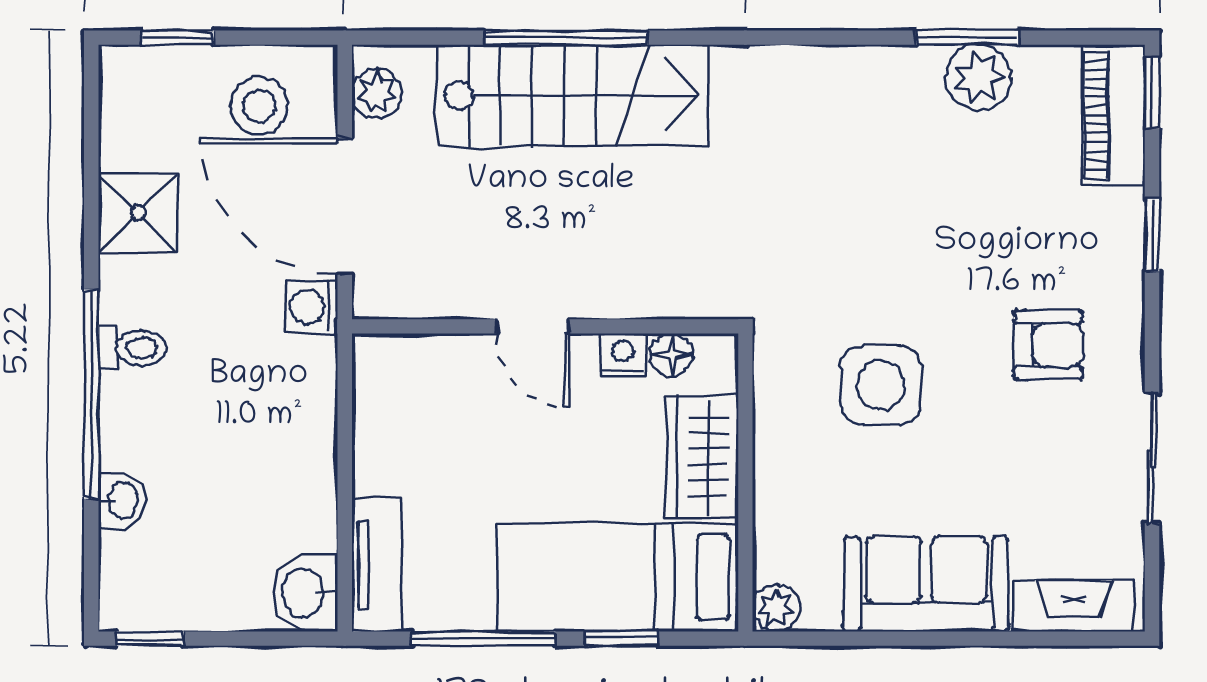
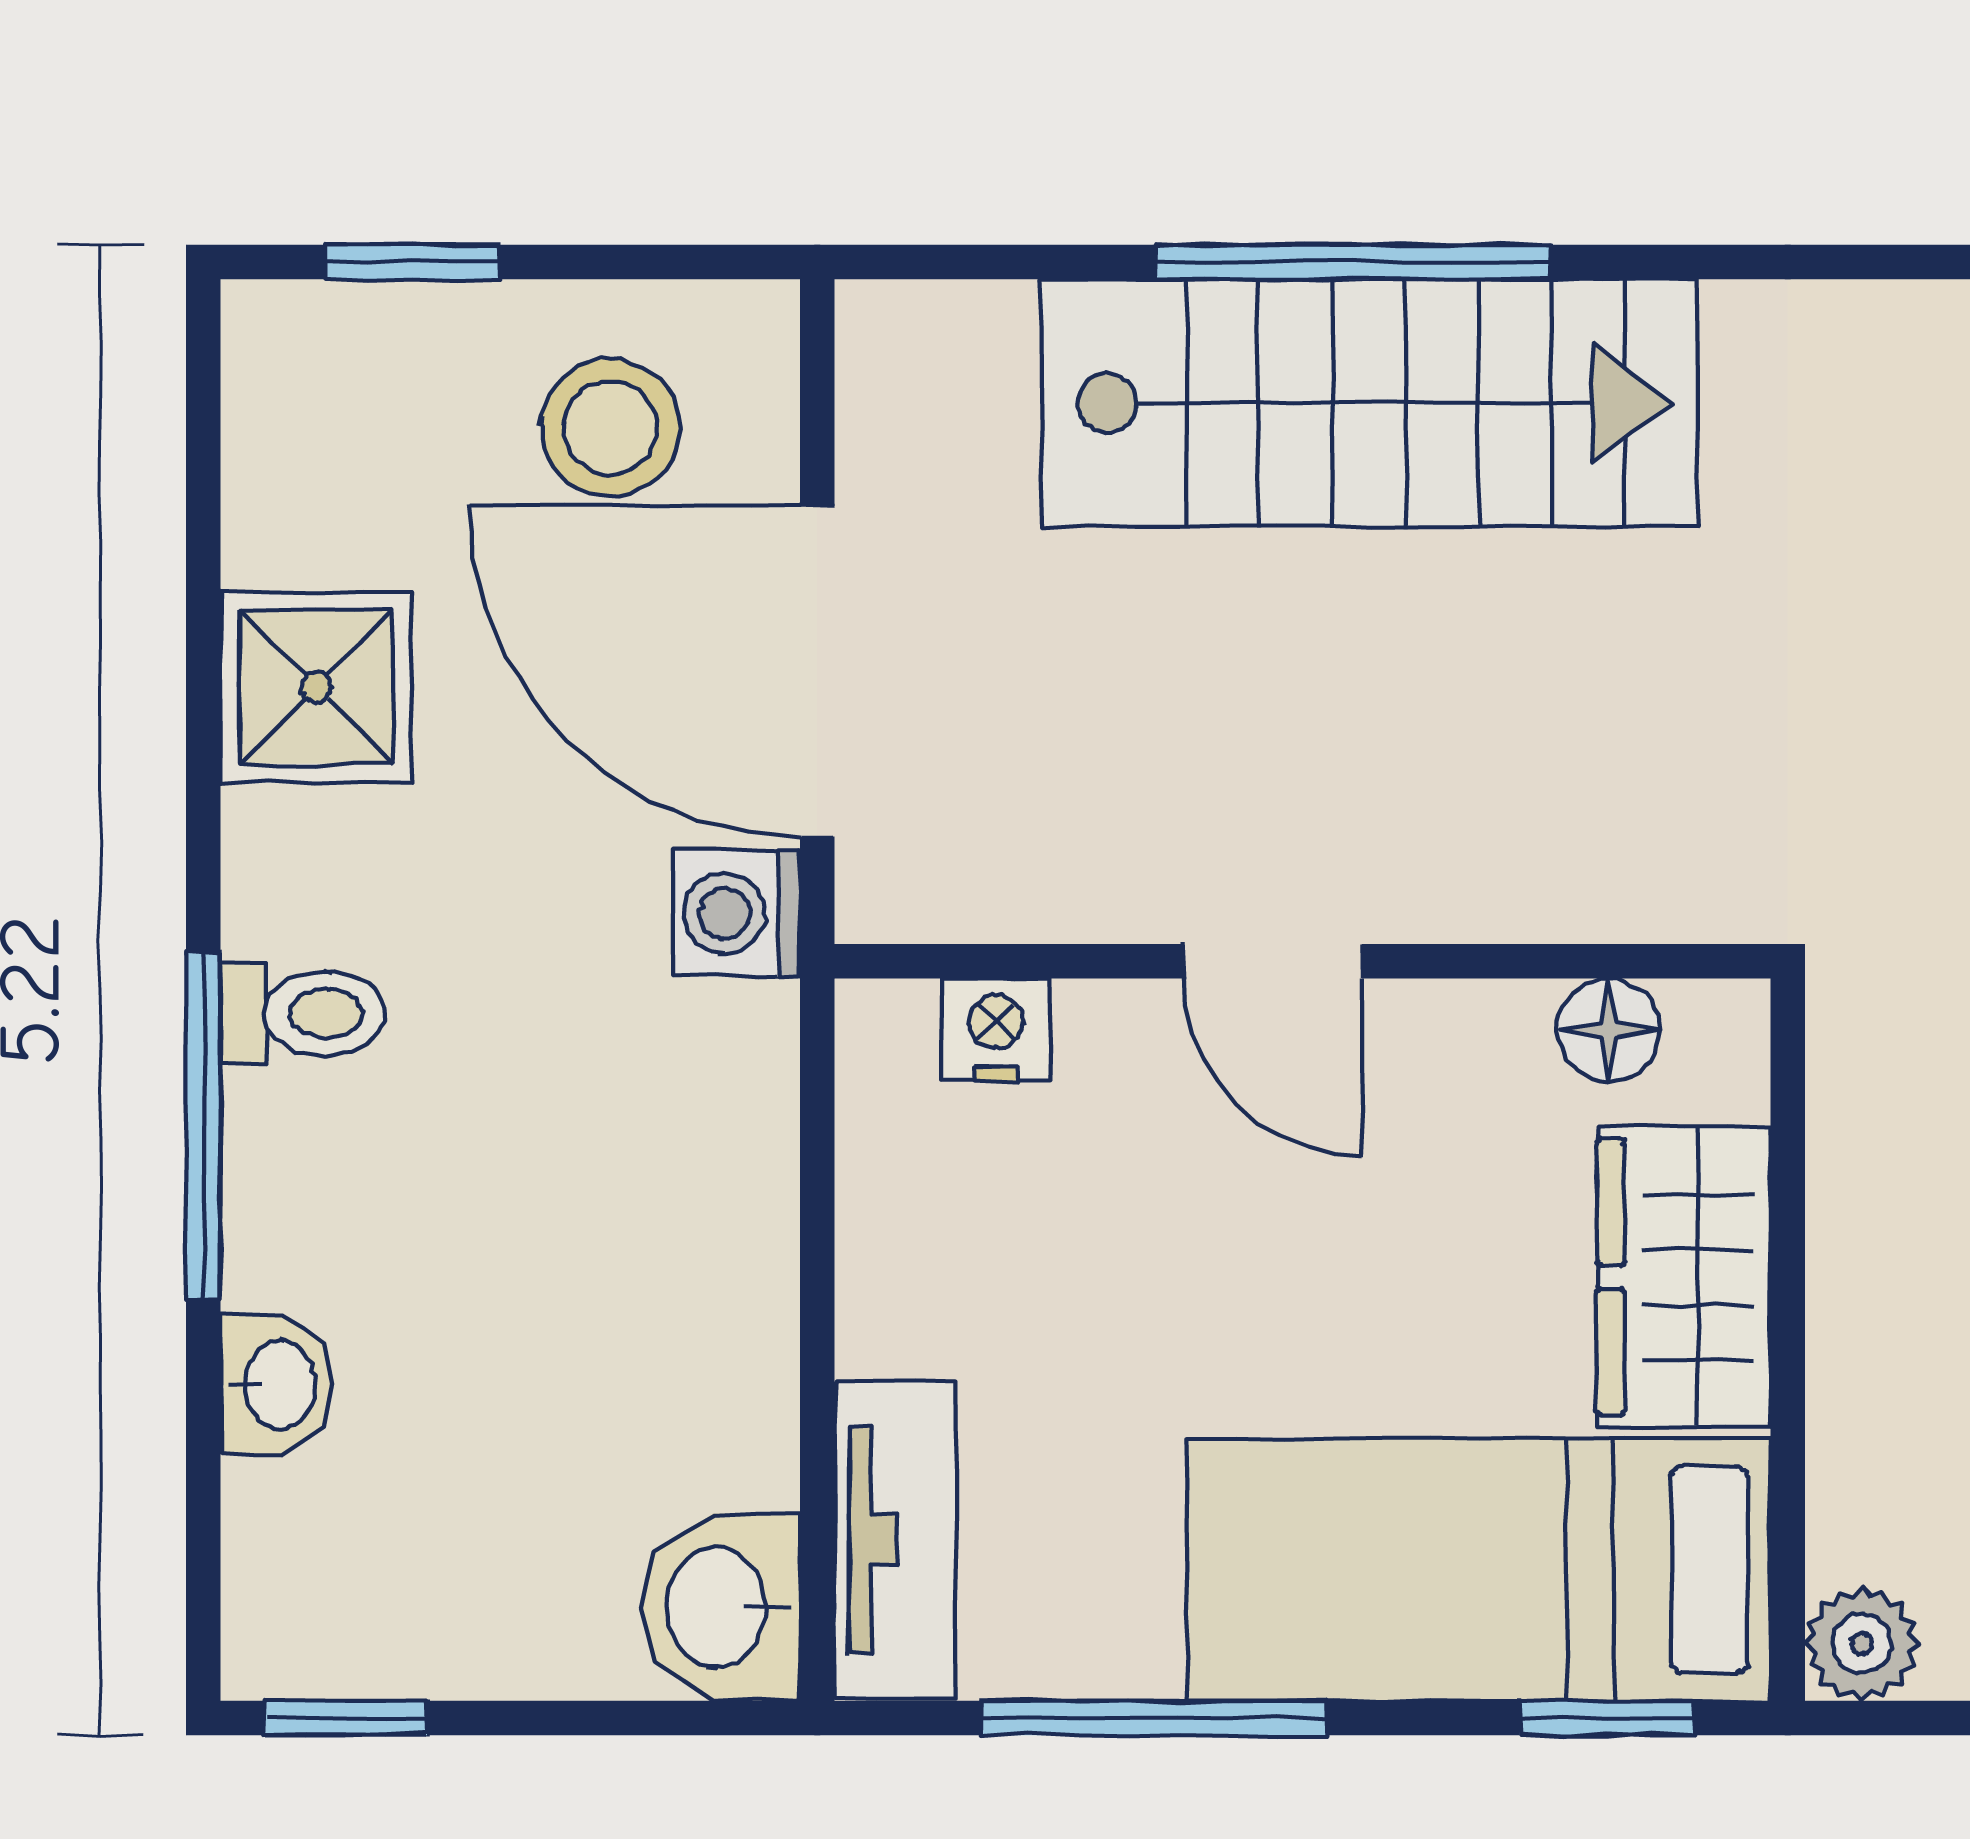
plant: (377, 93) -> (895, 397), removed
nightstand: (623, 355) -> (996, 1030), moved
window: (91, 394) -> (203, 1126), width x0.68
window: (621, 639) -> (1607, 1718), moved

